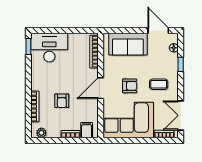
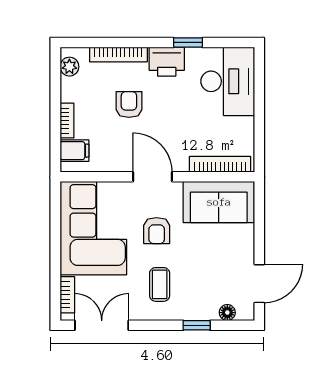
sofa: (128, 44) -> (219, 202), moved, turned -90
window: (28, 47) -> (188, 42), moved
printer: (39, 80) -> (167, 62), added
armchair: (62, 101) -> (129, 104), turned 90

